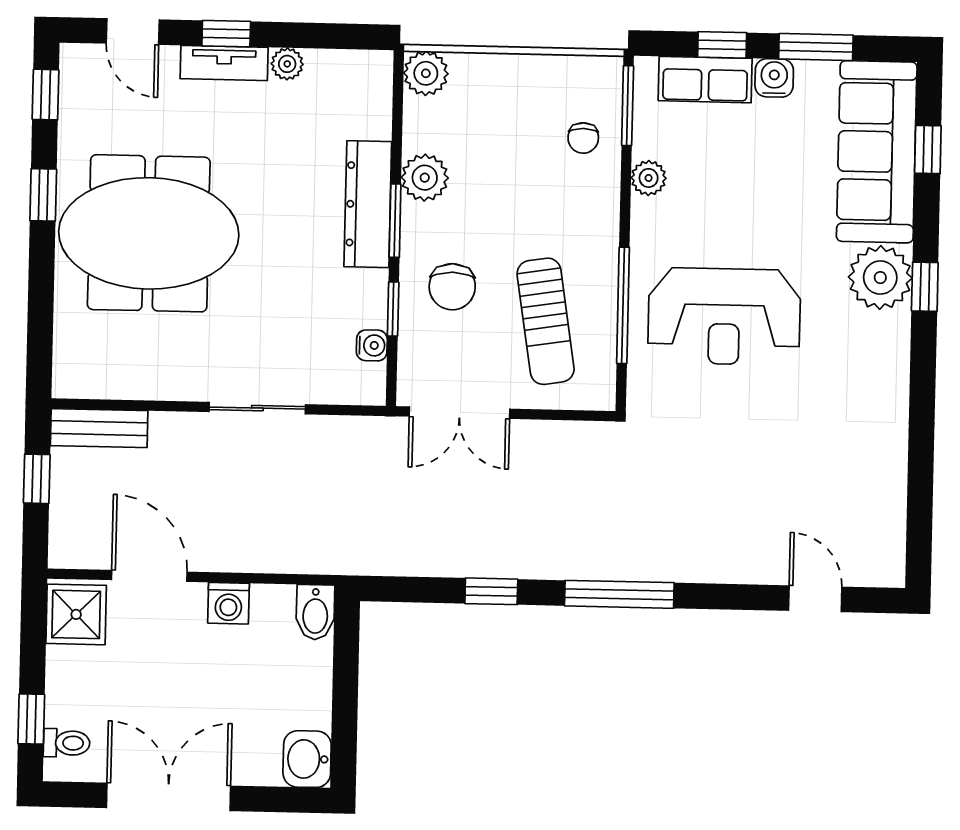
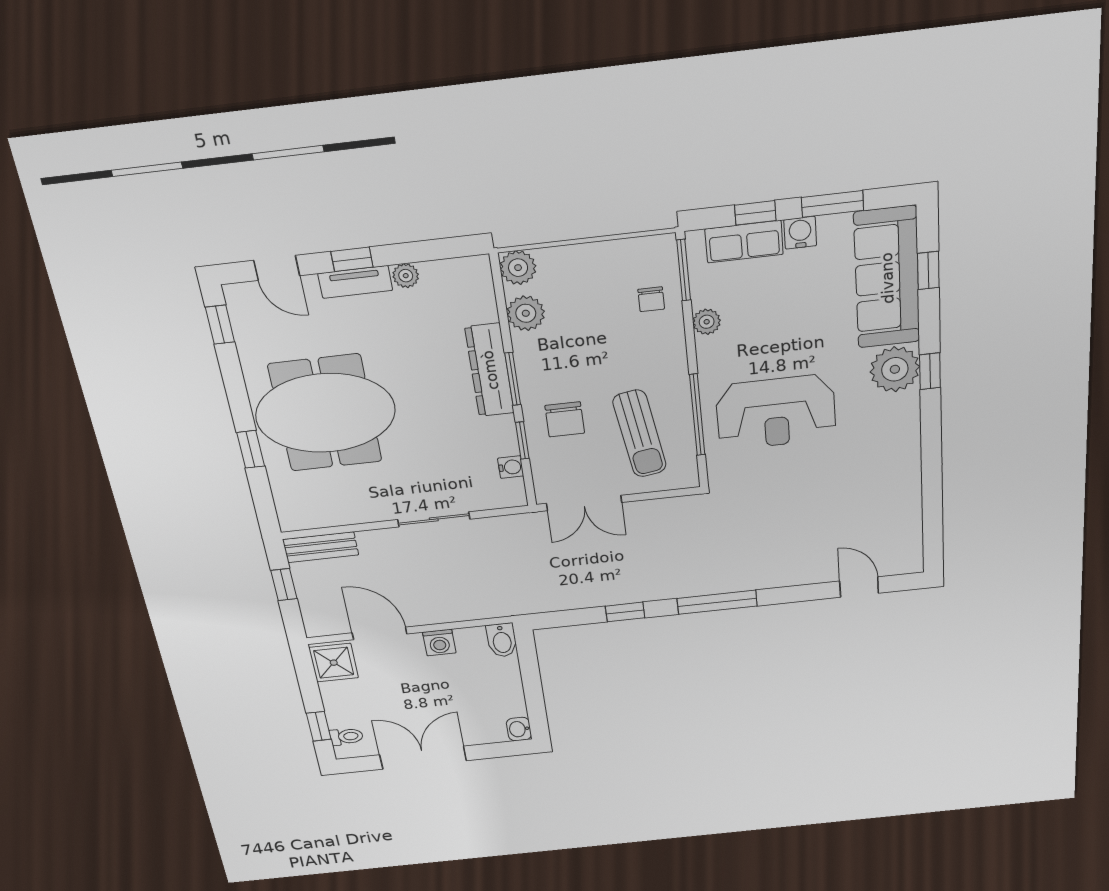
plant: (425, 178) -> (526, 313), moved
window: (43, 195) -> (251, 449), moved
washbasin: (307, 759) -> (519, 729), width x0.72, depth x0.69

